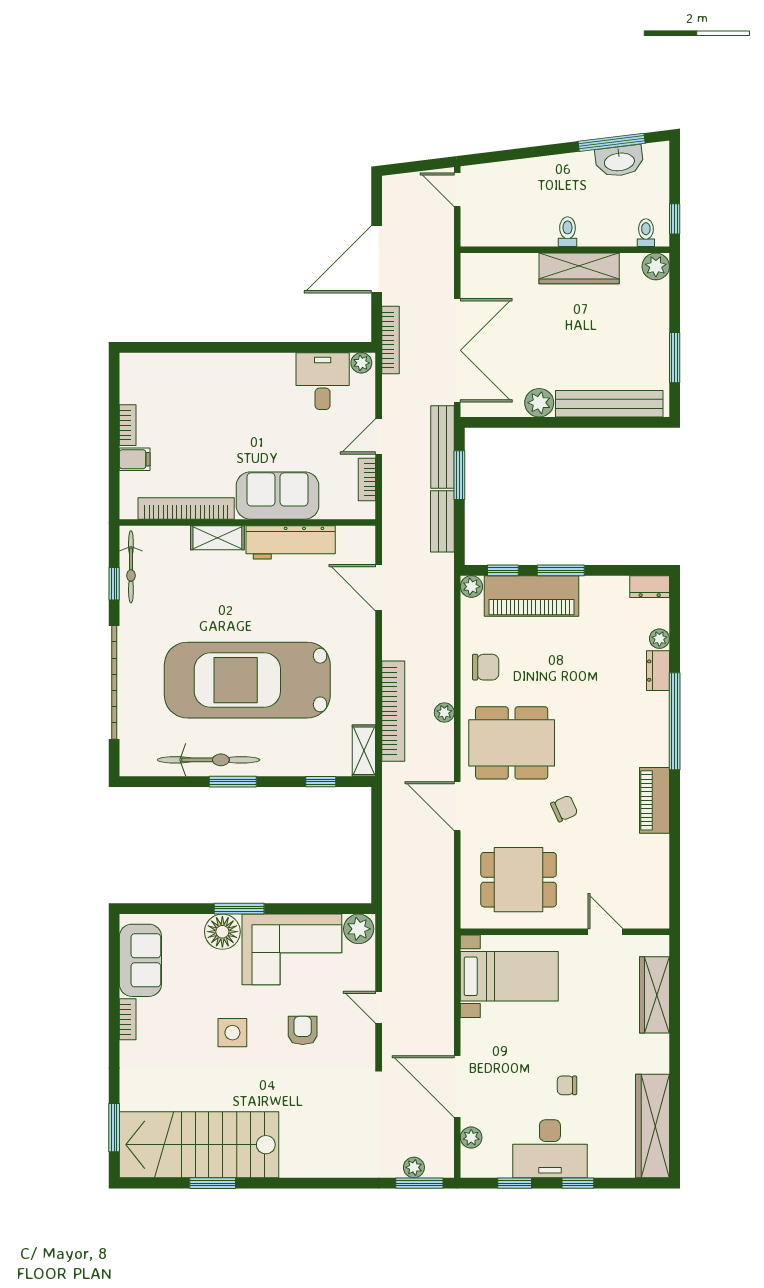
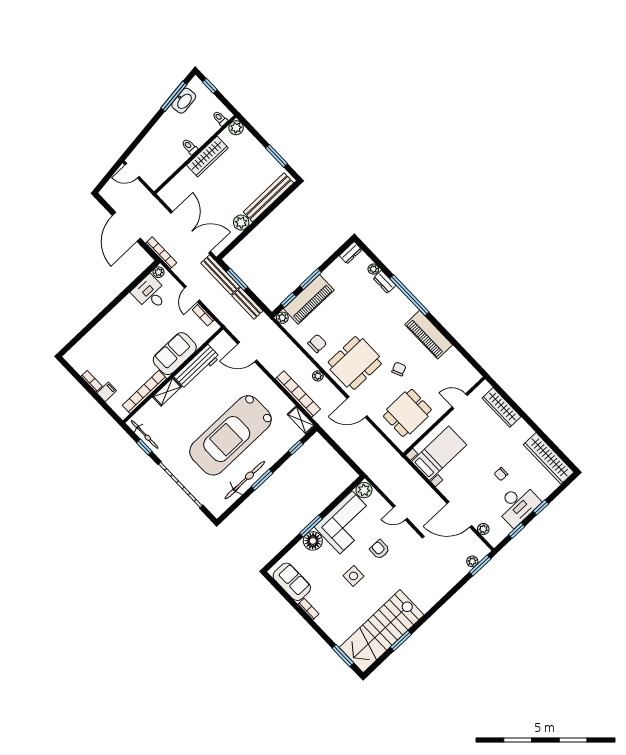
window: (675, 219) -> (210, 86), moved
piano: (654, 800) -> (429, 335), width x1.37, depth x1.33

